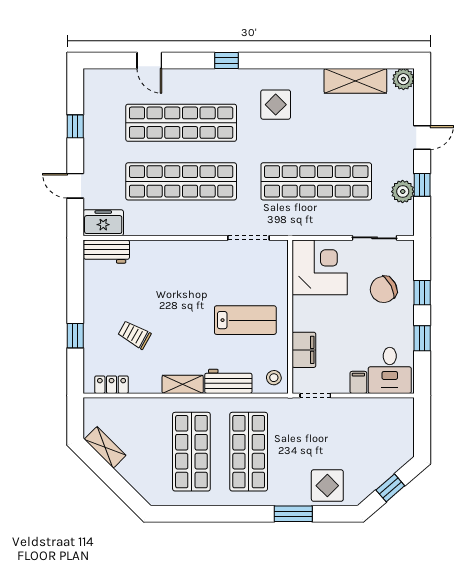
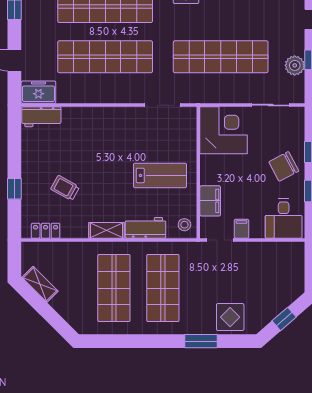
chair: (384, 289) -> (284, 166), moved
filing cabinet: (358, 382) -> (242, 229), moved

